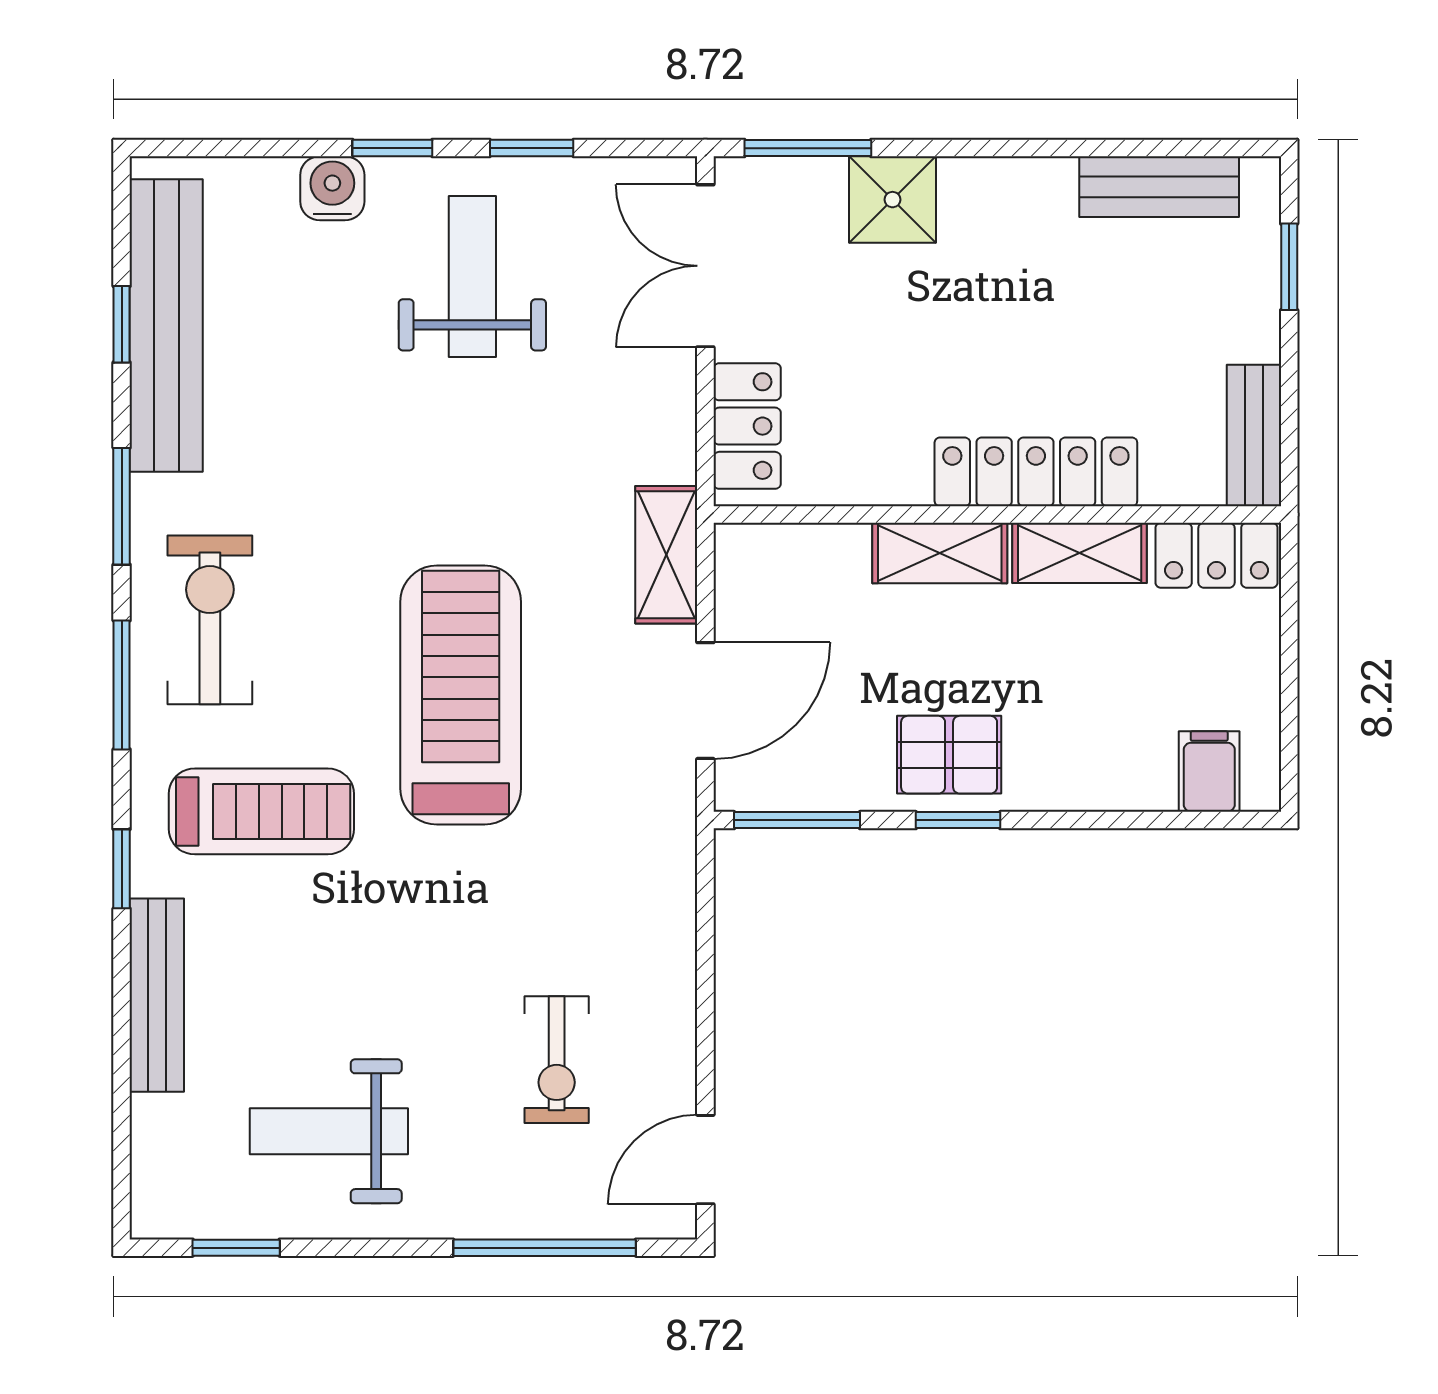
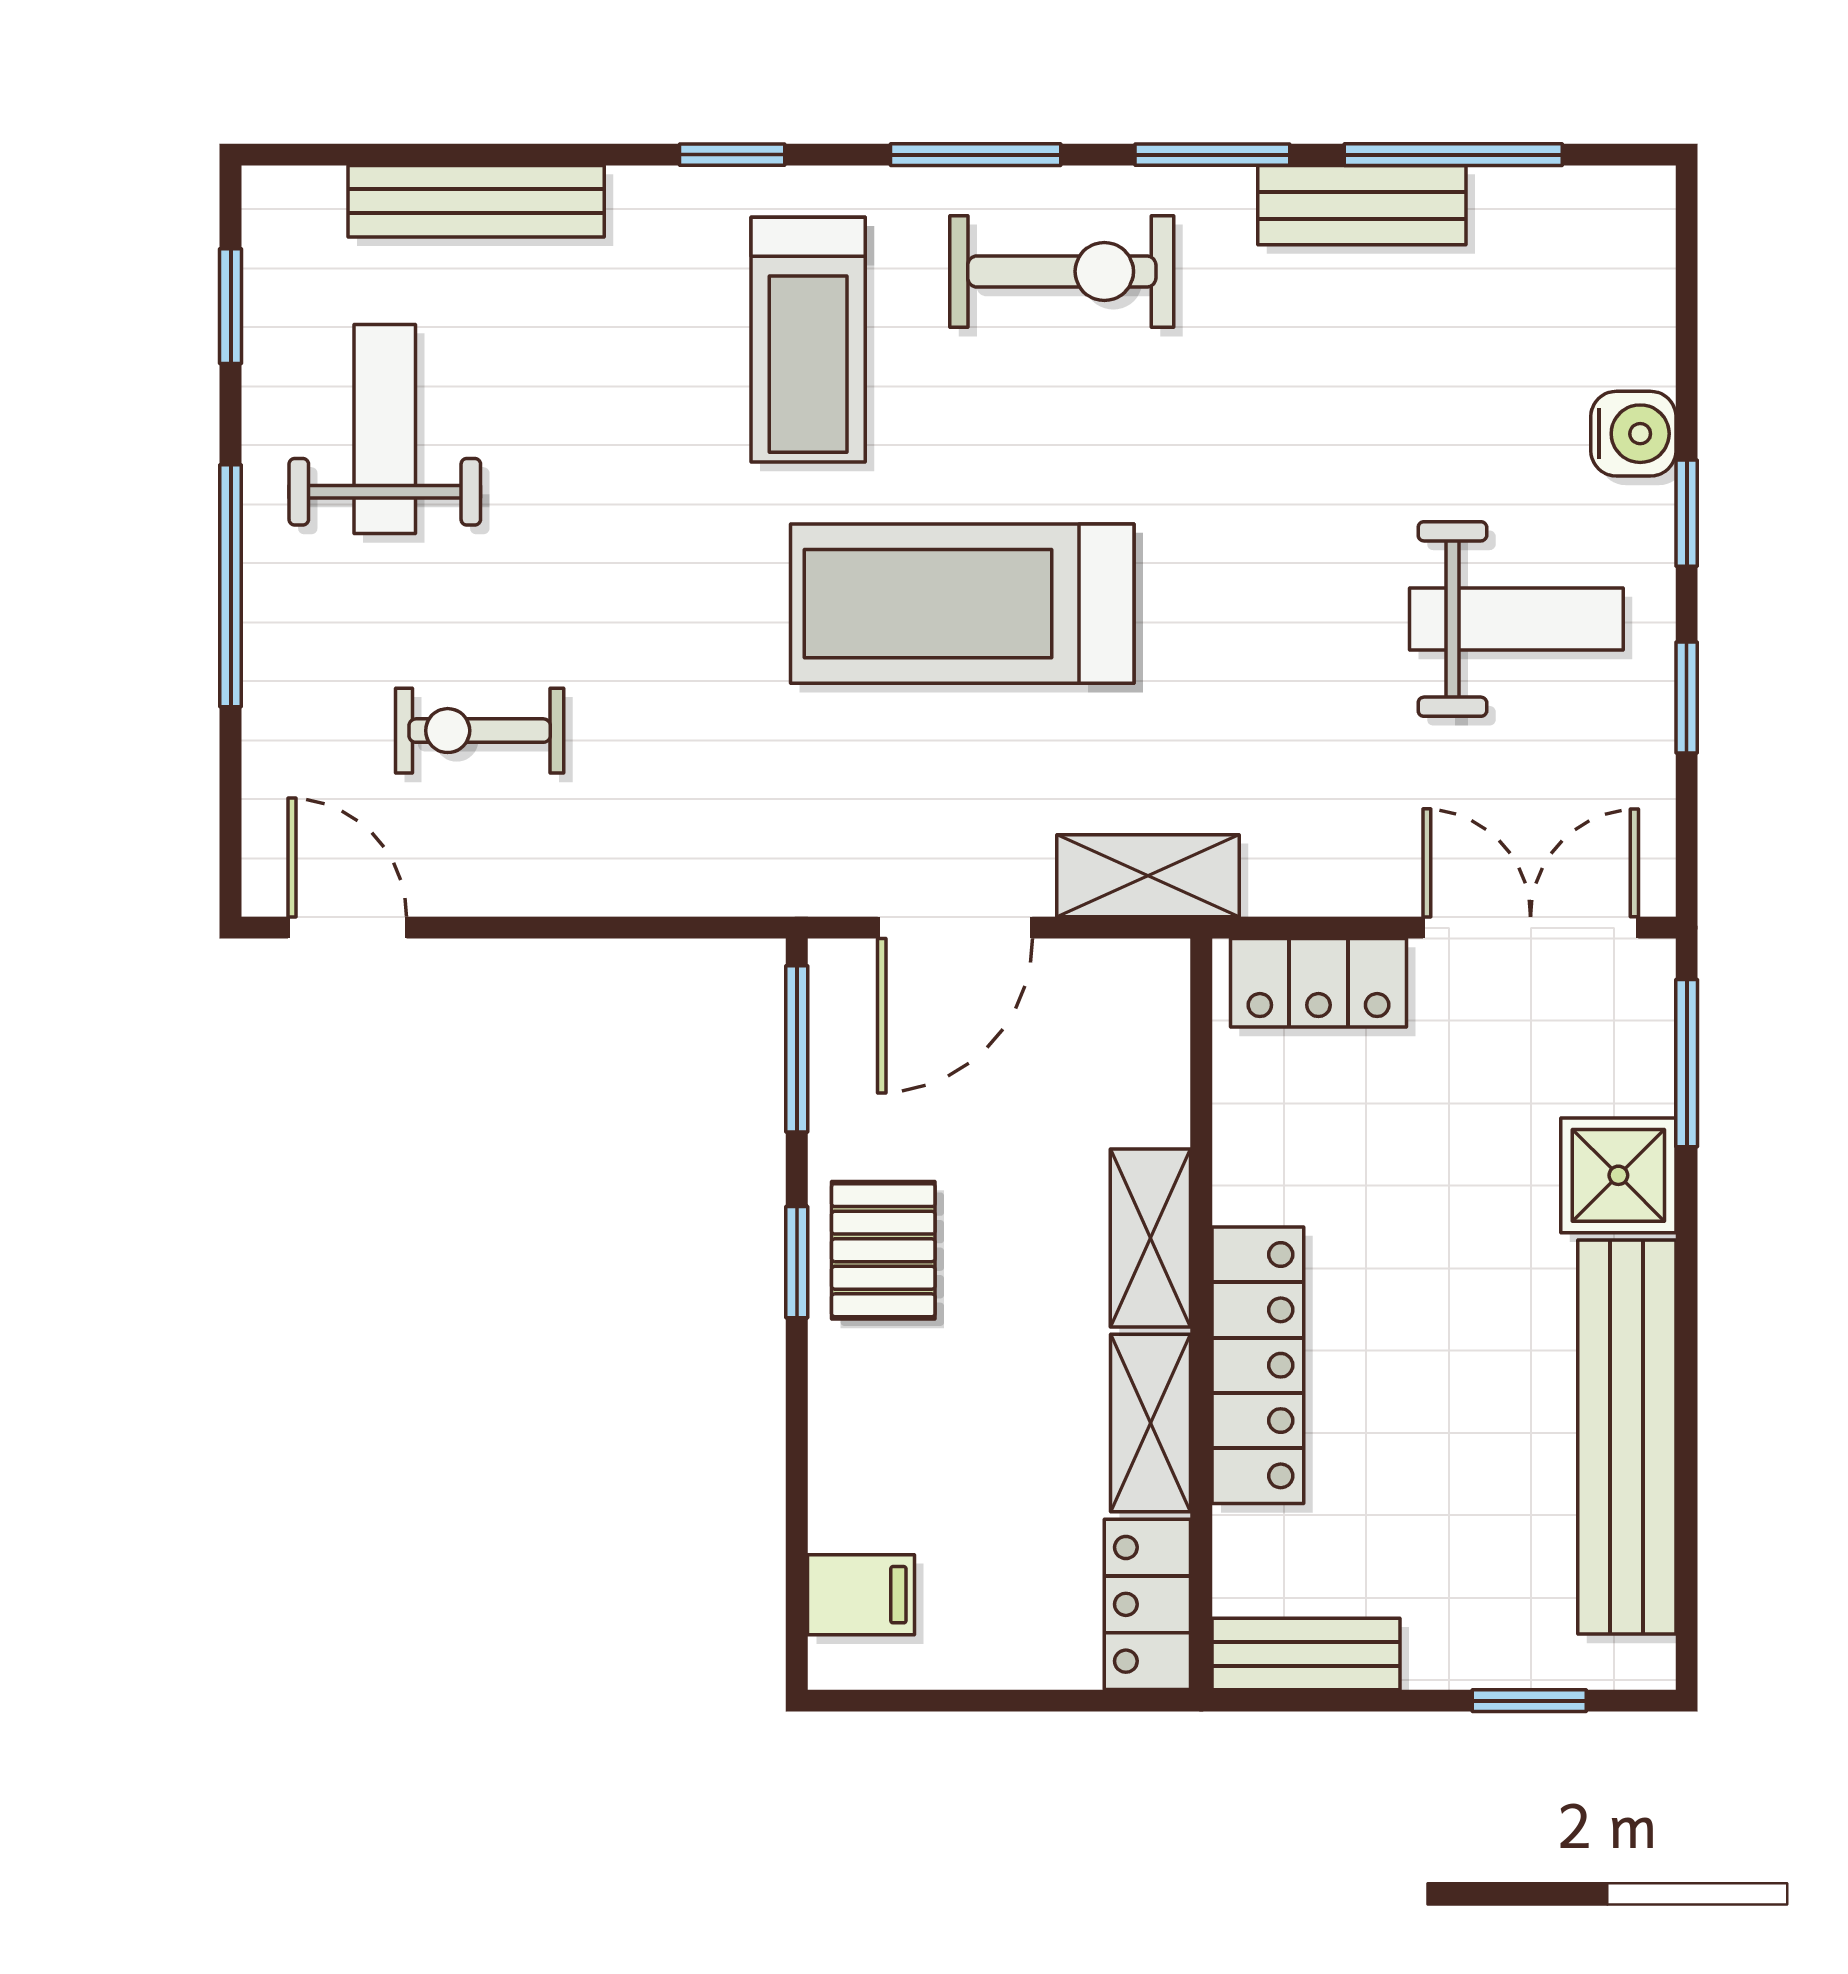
bench: (1159, 187) -> (1627, 1437), width x1.86, depth x1.21
window: (122, 324) -> (1453, 155), width x2.17
bench: (166, 325) -> (1362, 205), width x0.54, depth x0.82
treadmill: (461, 695) -> (962, 604), turned 180
door: (705, 701) -> (955, 928), hinge flipped
bench: (157, 995) -> (476, 201), moved
window: (545, 1248) -> (231, 586), moved

